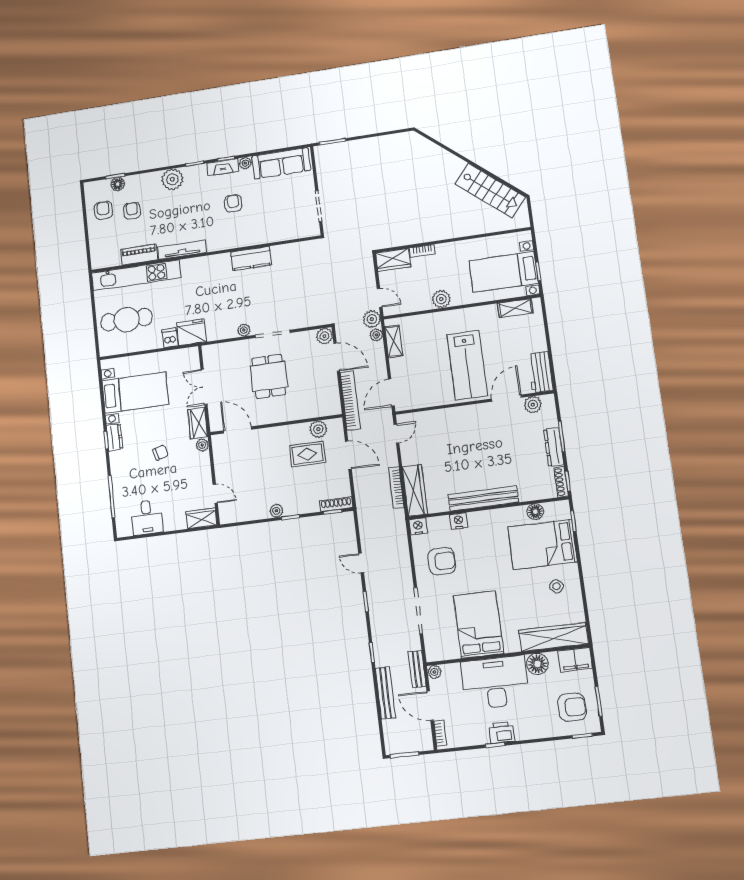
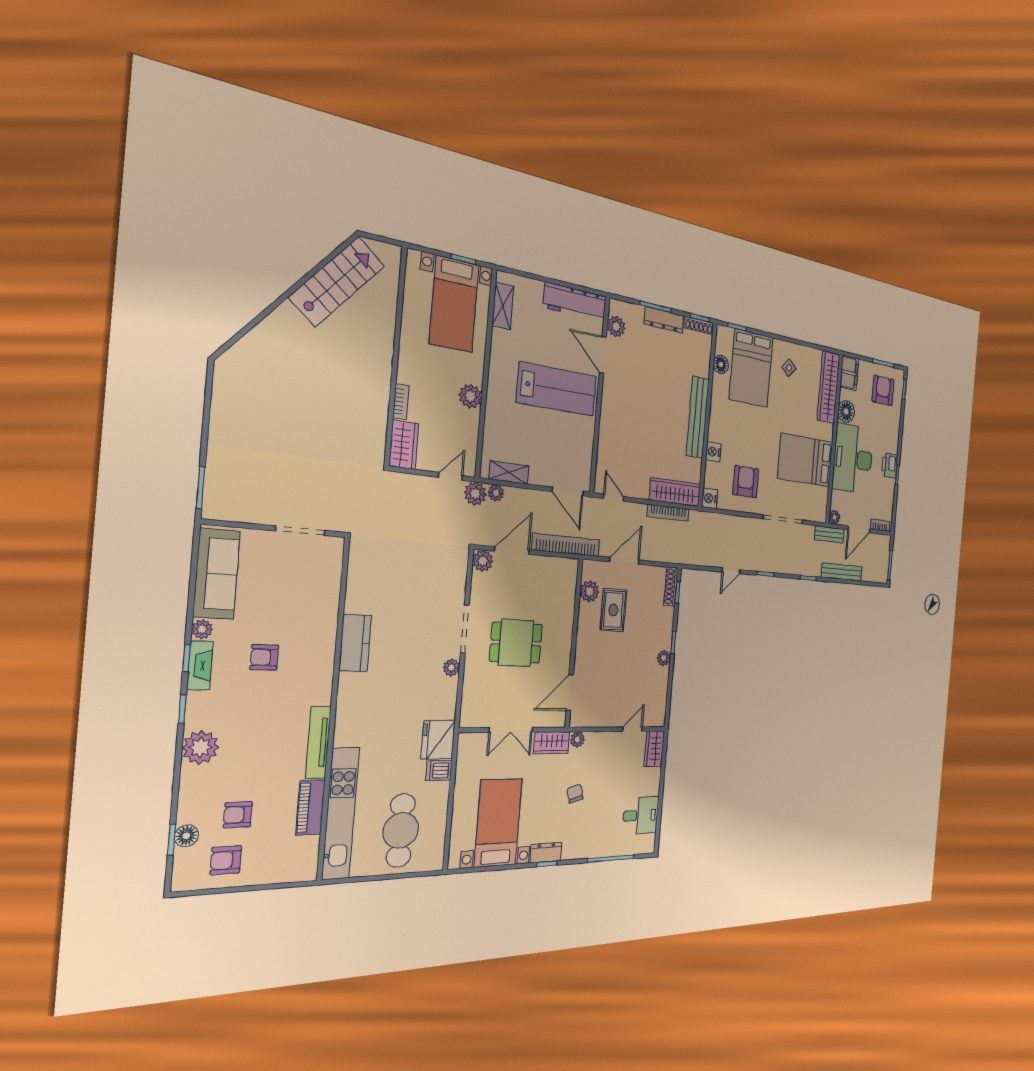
workbench: (540, 372) -> (575, 302), width x1.37

